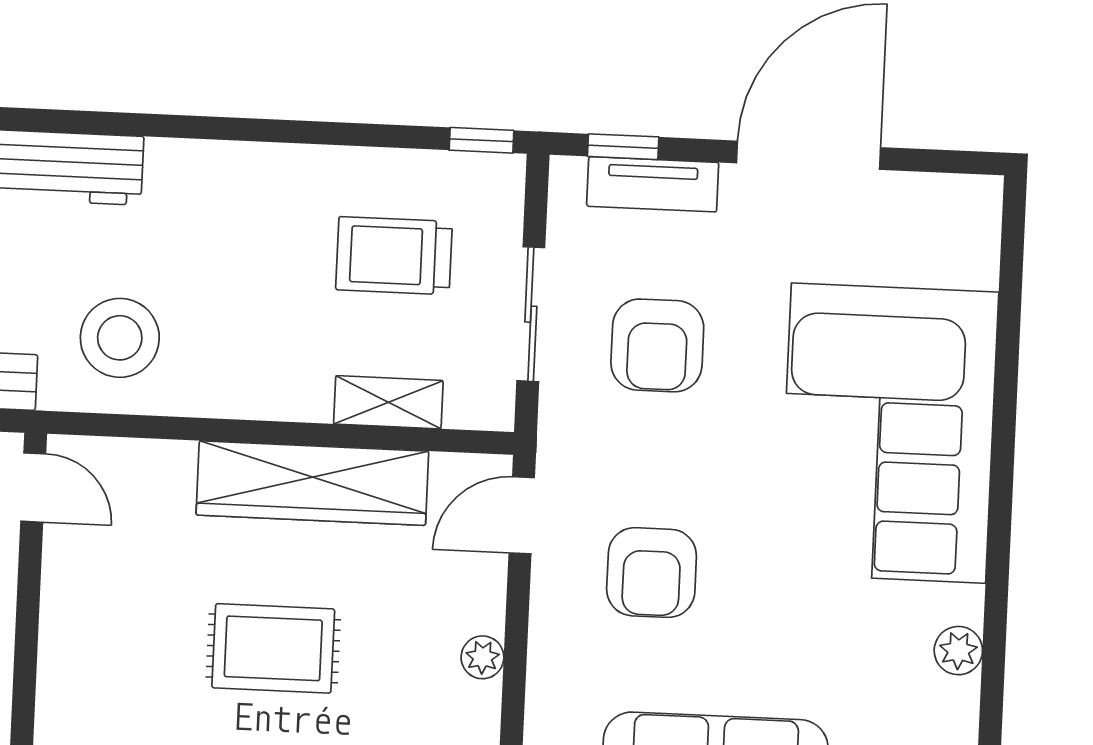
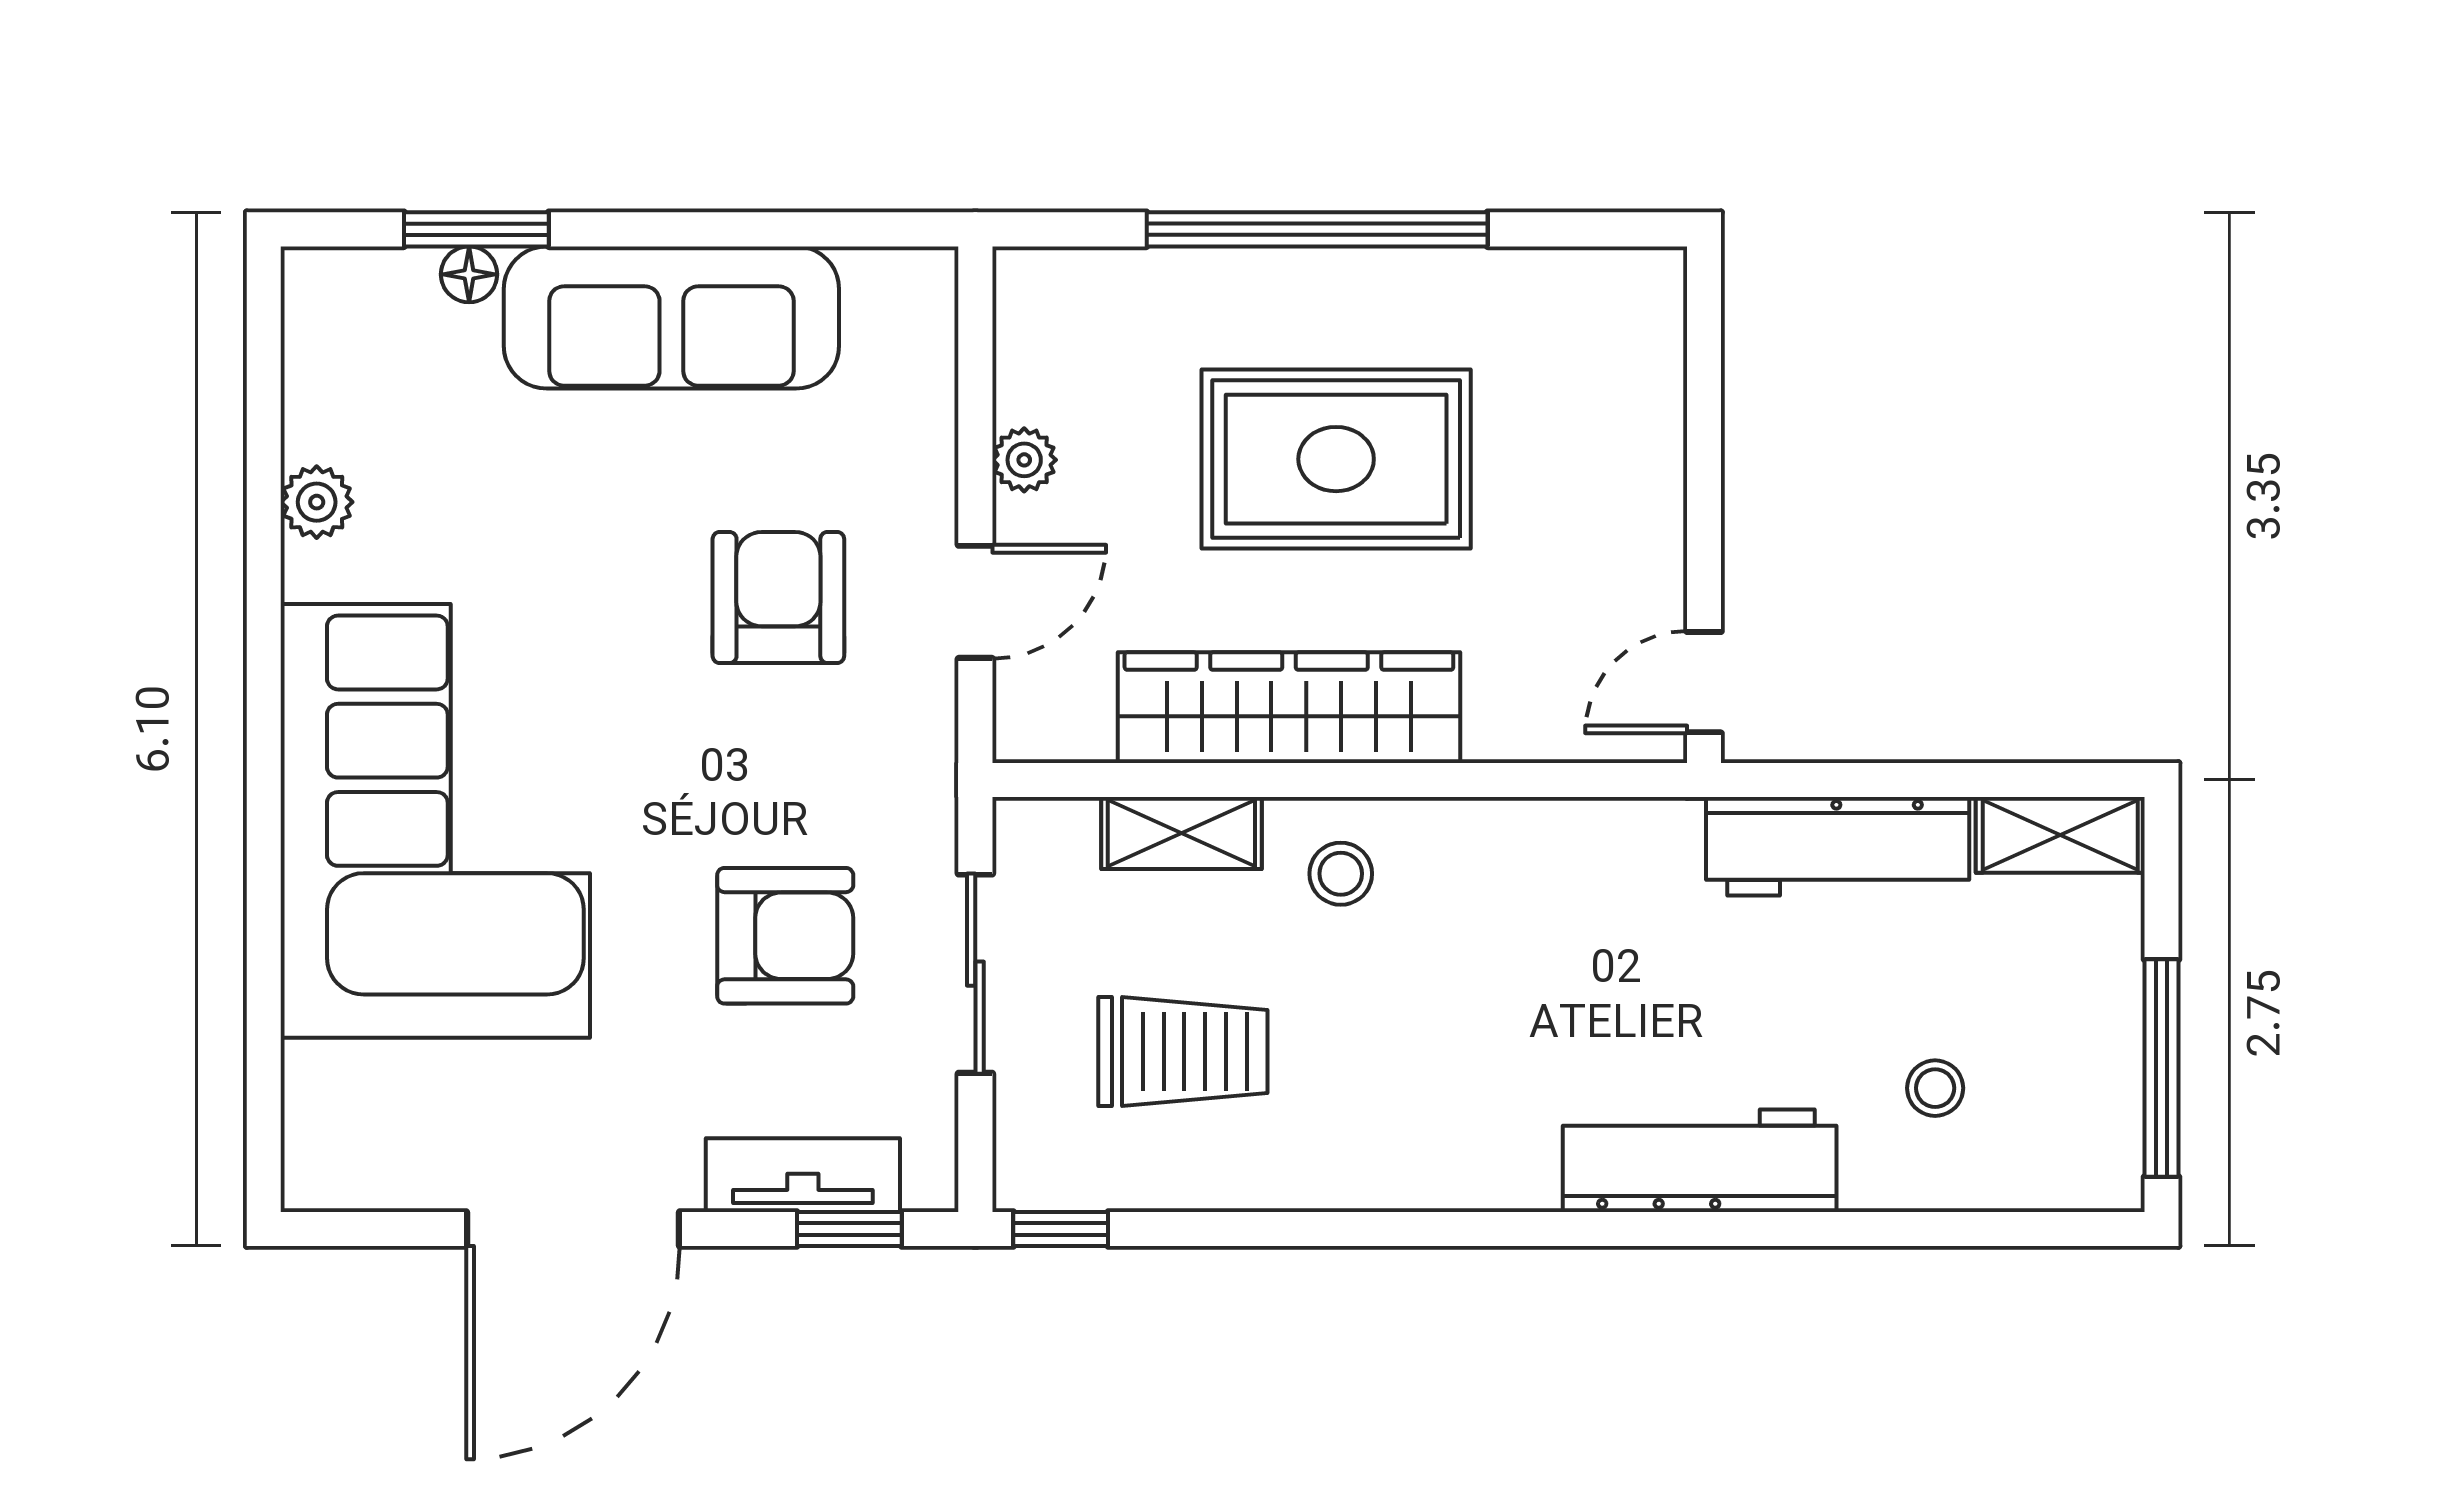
stool: (120, 338) -> (1341, 874), moved, width x0.53, depth x0.53
armchair: (657, 345) -> (785, 936), turned 90
door: (33, 488) -> (1704, 682), hinge flipped
door: (522, 515) -> (975, 602), moved
rug: (273, 648) -> (1336, 459), width x1.36, depth x1.43

